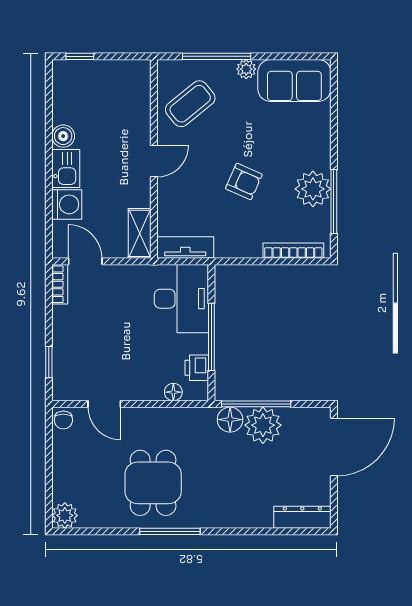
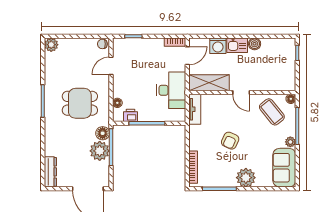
floor lamp: (166, 68) -> (291, 99), added
plant: (313, 189) -> (246, 178), moved
shelving: (140, 233) -> (209, 83), width x1.50, depth x1.33
desk: (181, 299) -> (171, 90), moved, turned -90
dining table: (153, 483) -> (80, 103), moved

